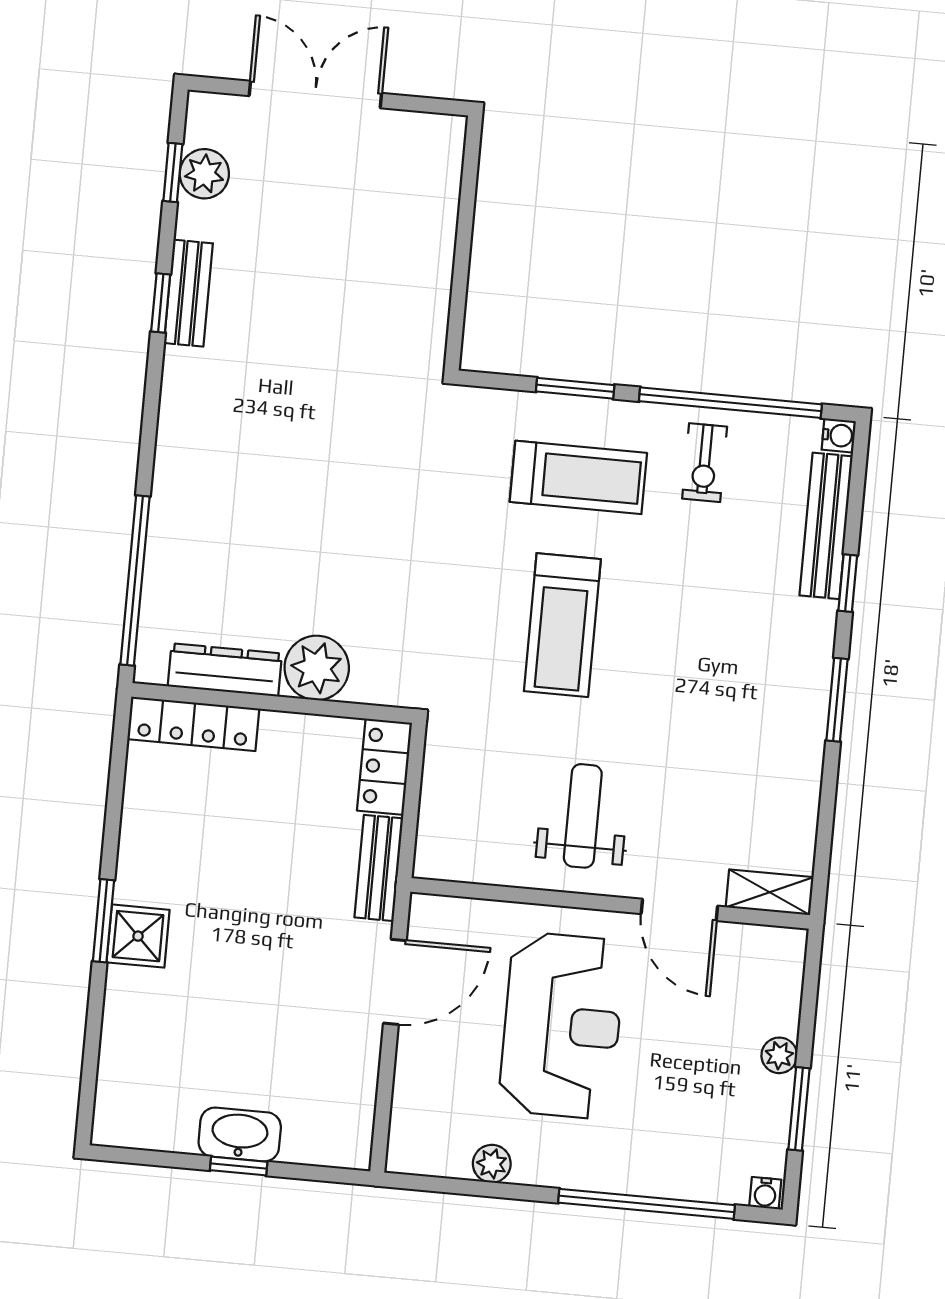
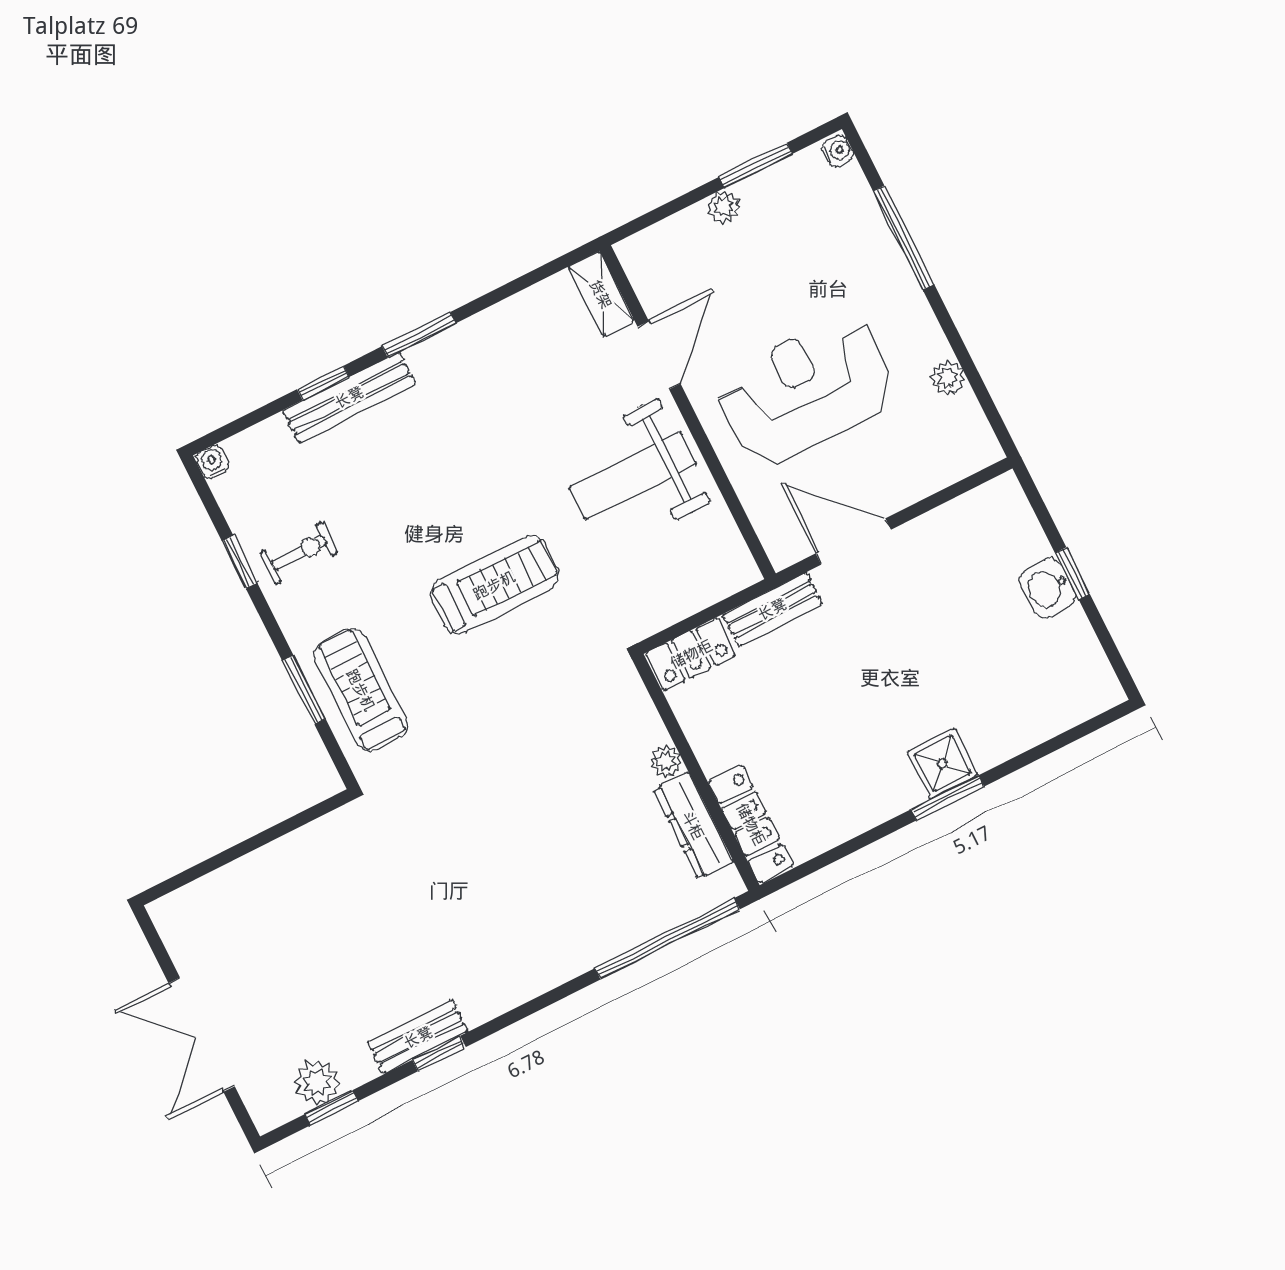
window: (730, 403) -> (240, 562), width x0.32
treadmill: (578, 477) -> (361, 690), moved
bench: (826, 526) -> (349, 397), moved
plant: (317, 668) -> (666, 761), width x0.53, depth x0.53
weight bench: (583, 816) -> (633, 476), width x1.36, depth x1.33
washbasin: (240, 1134) -> (1047, 588), width x0.72
window: (647, 1204) -> (904, 238), width x0.68

